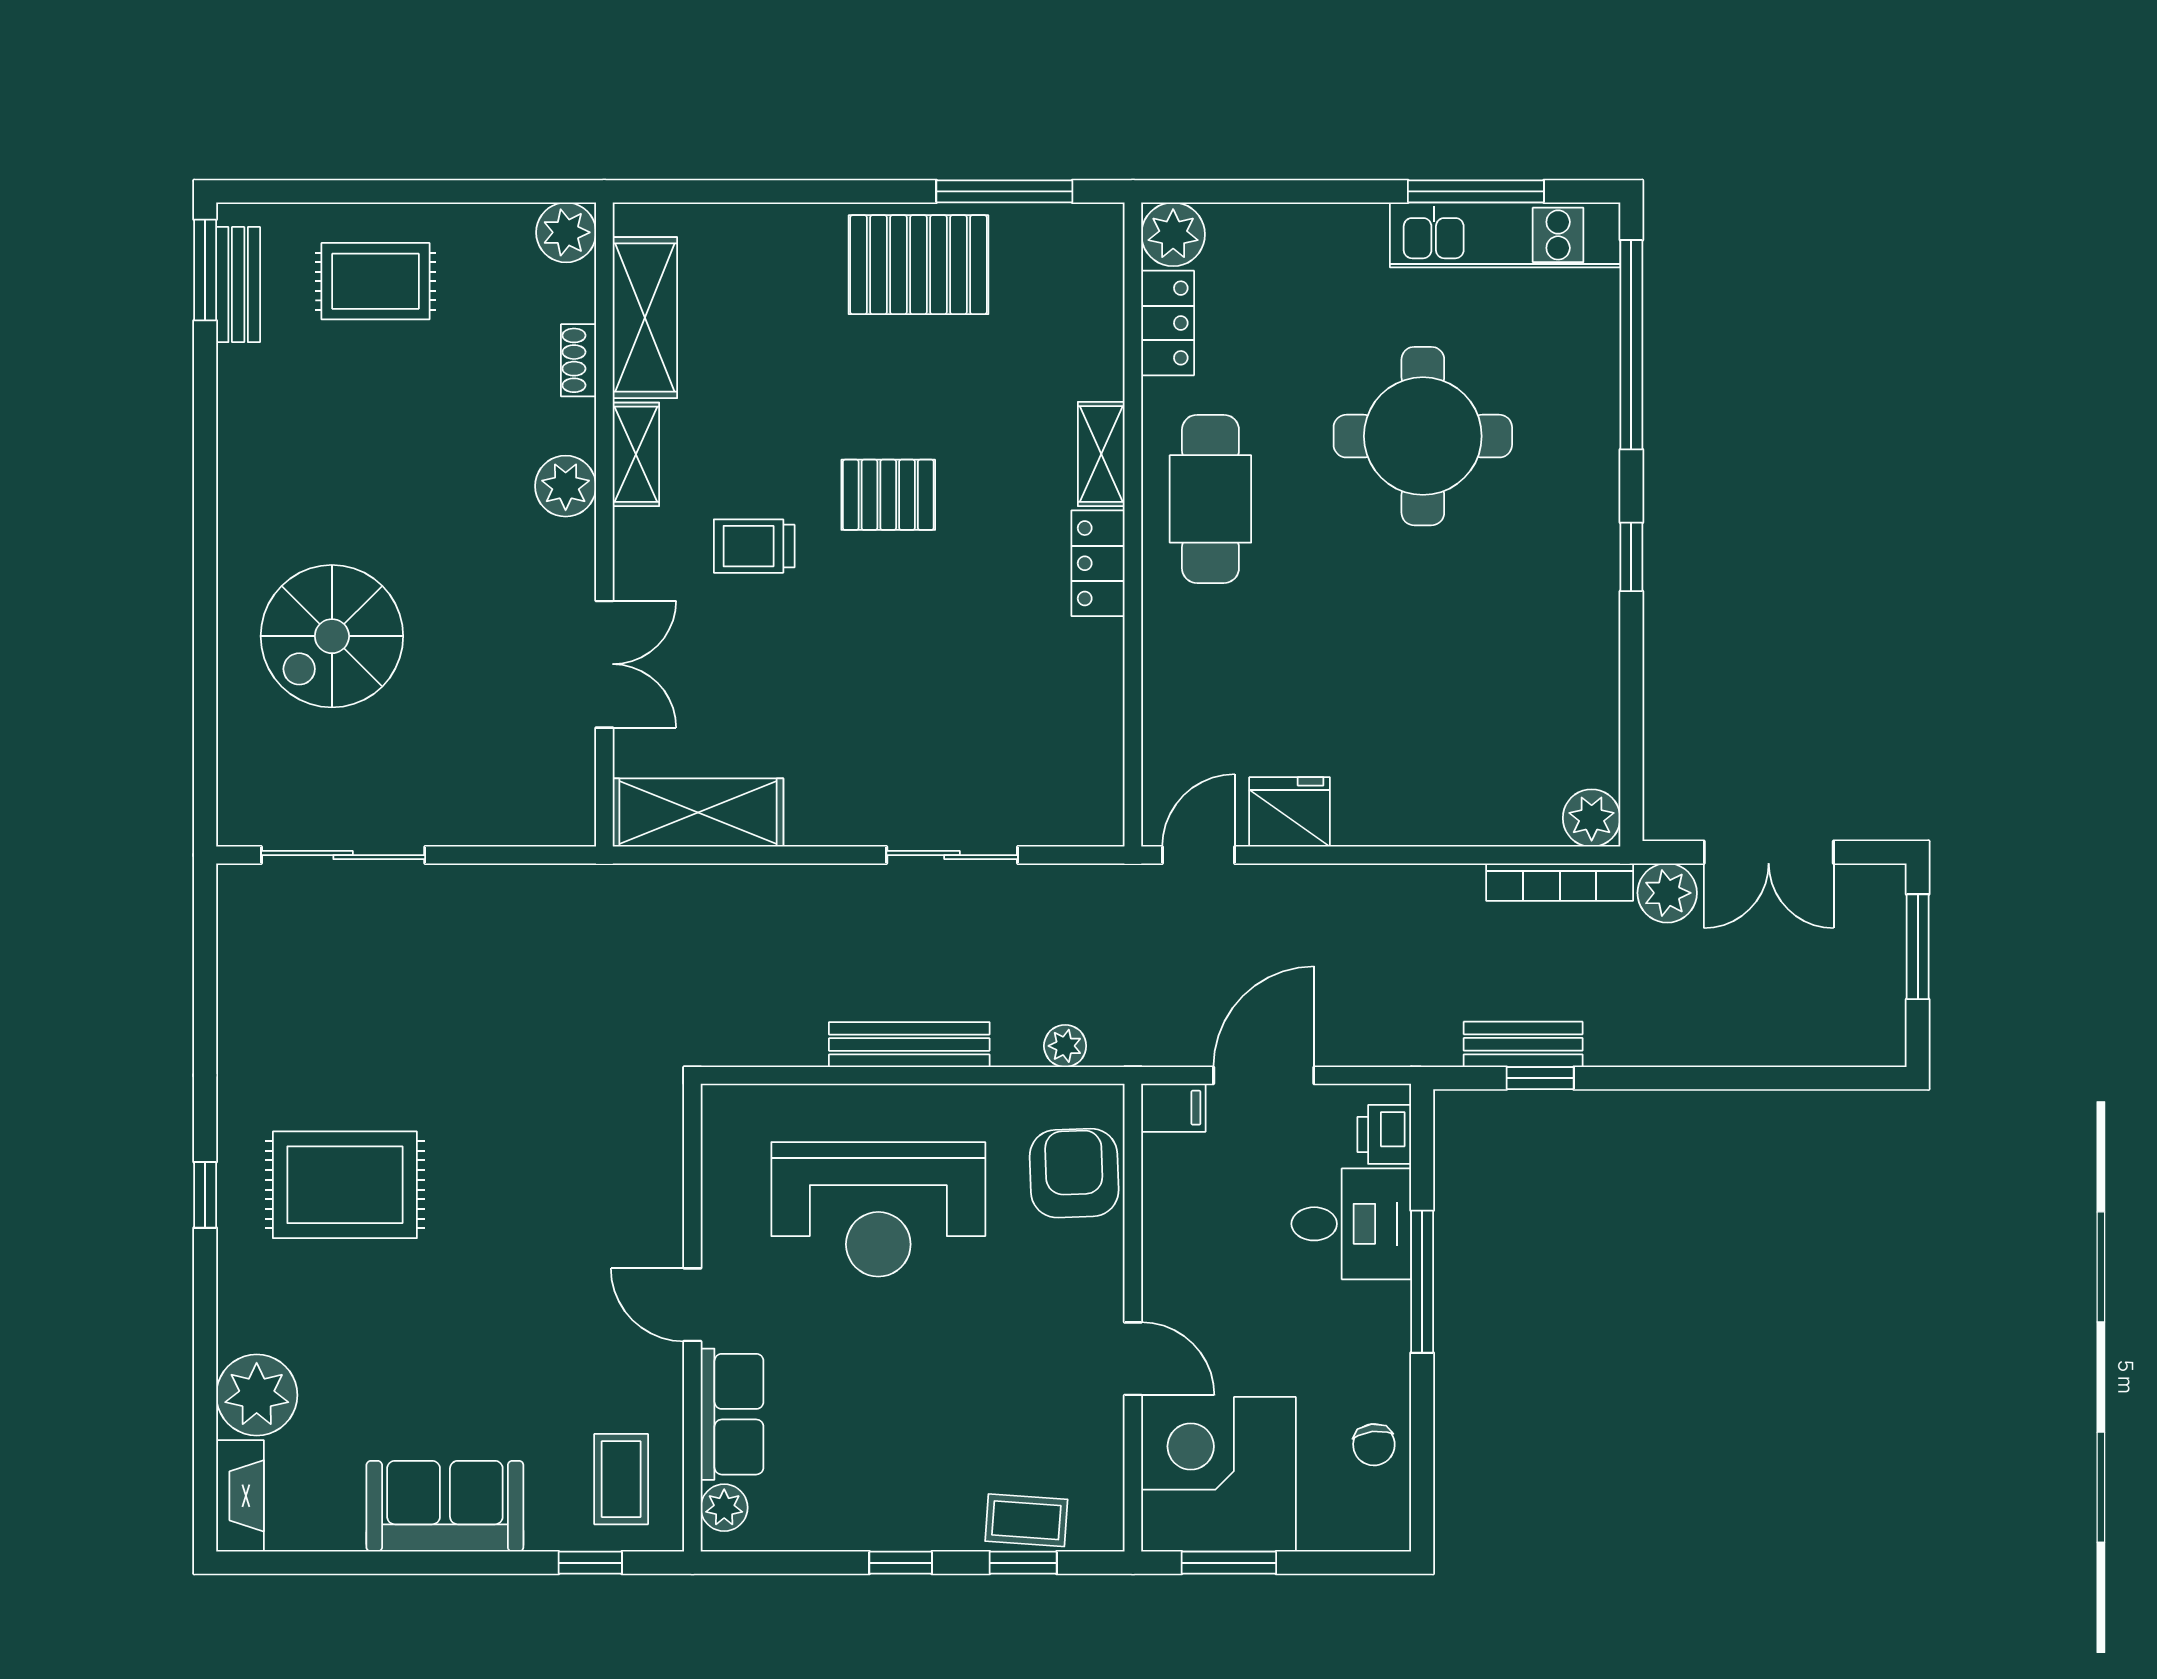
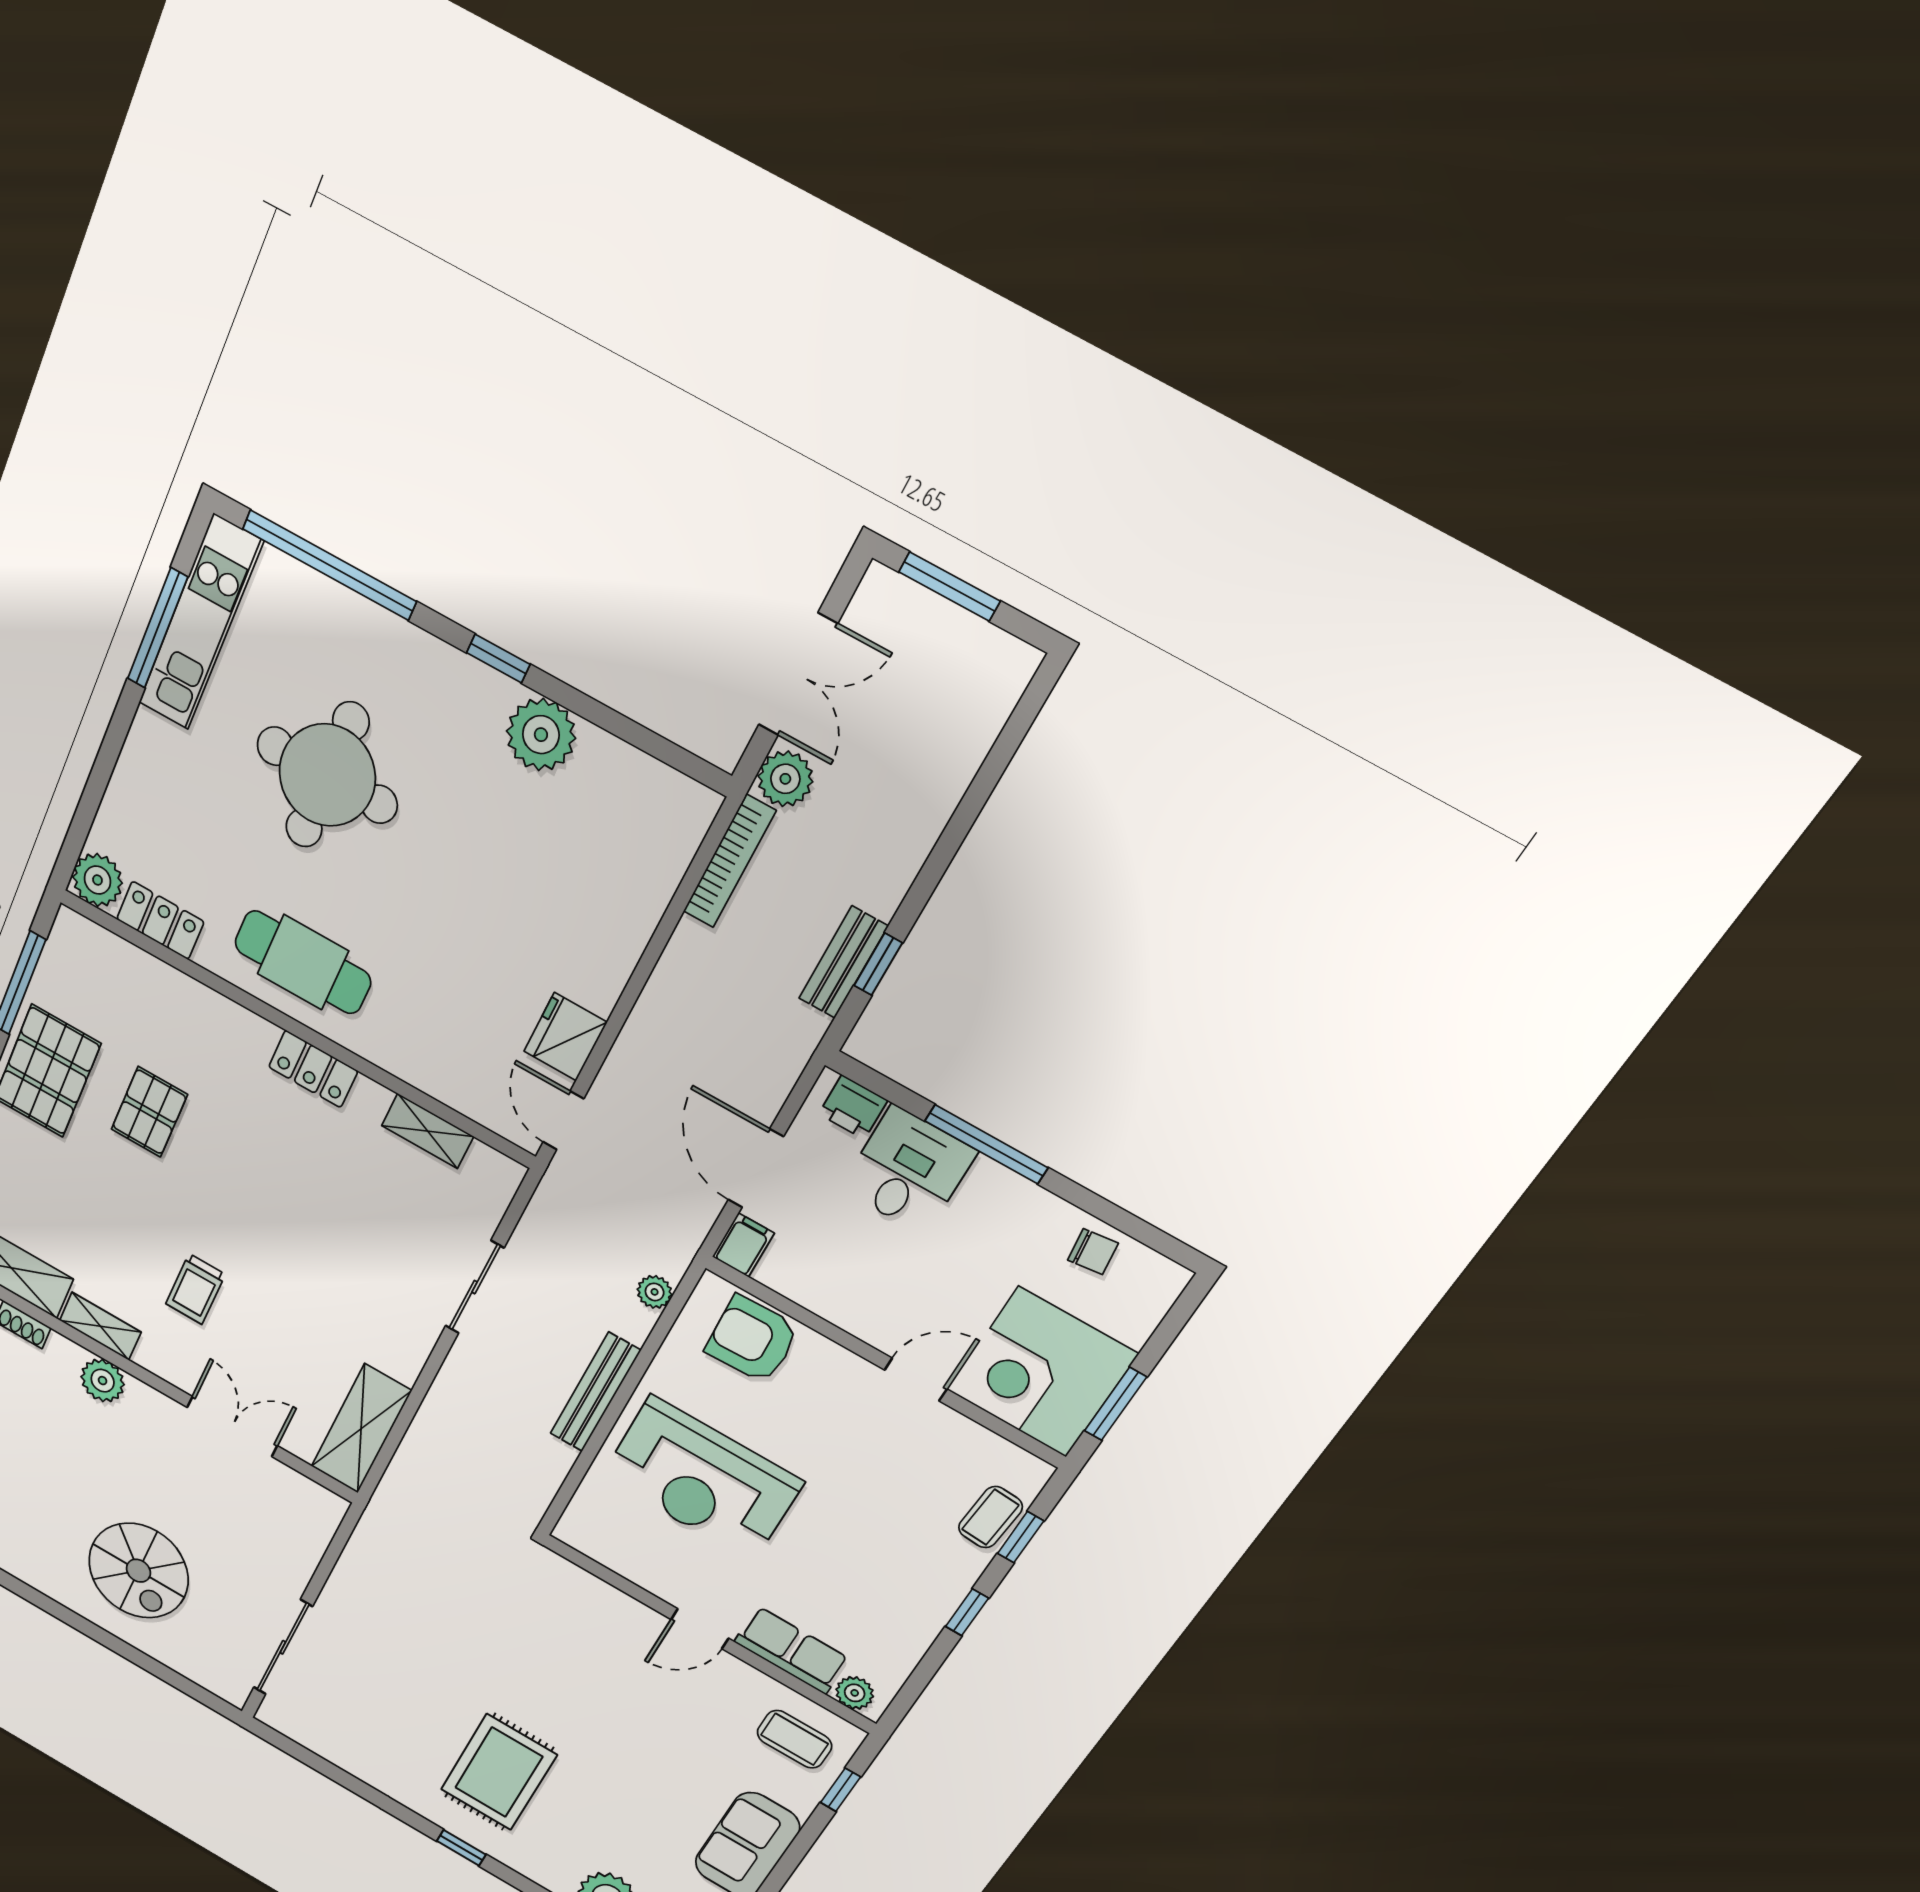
shelving: (1101, 454) -> (428, 1131), moved
pallet: (888, 495) -> (149, 1112), moved
plant: (1592, 818) -> (541, 735), moved, width x1.36, depth x1.36
reception desk: (878, 1209) -> (702, 1479), turned 90

